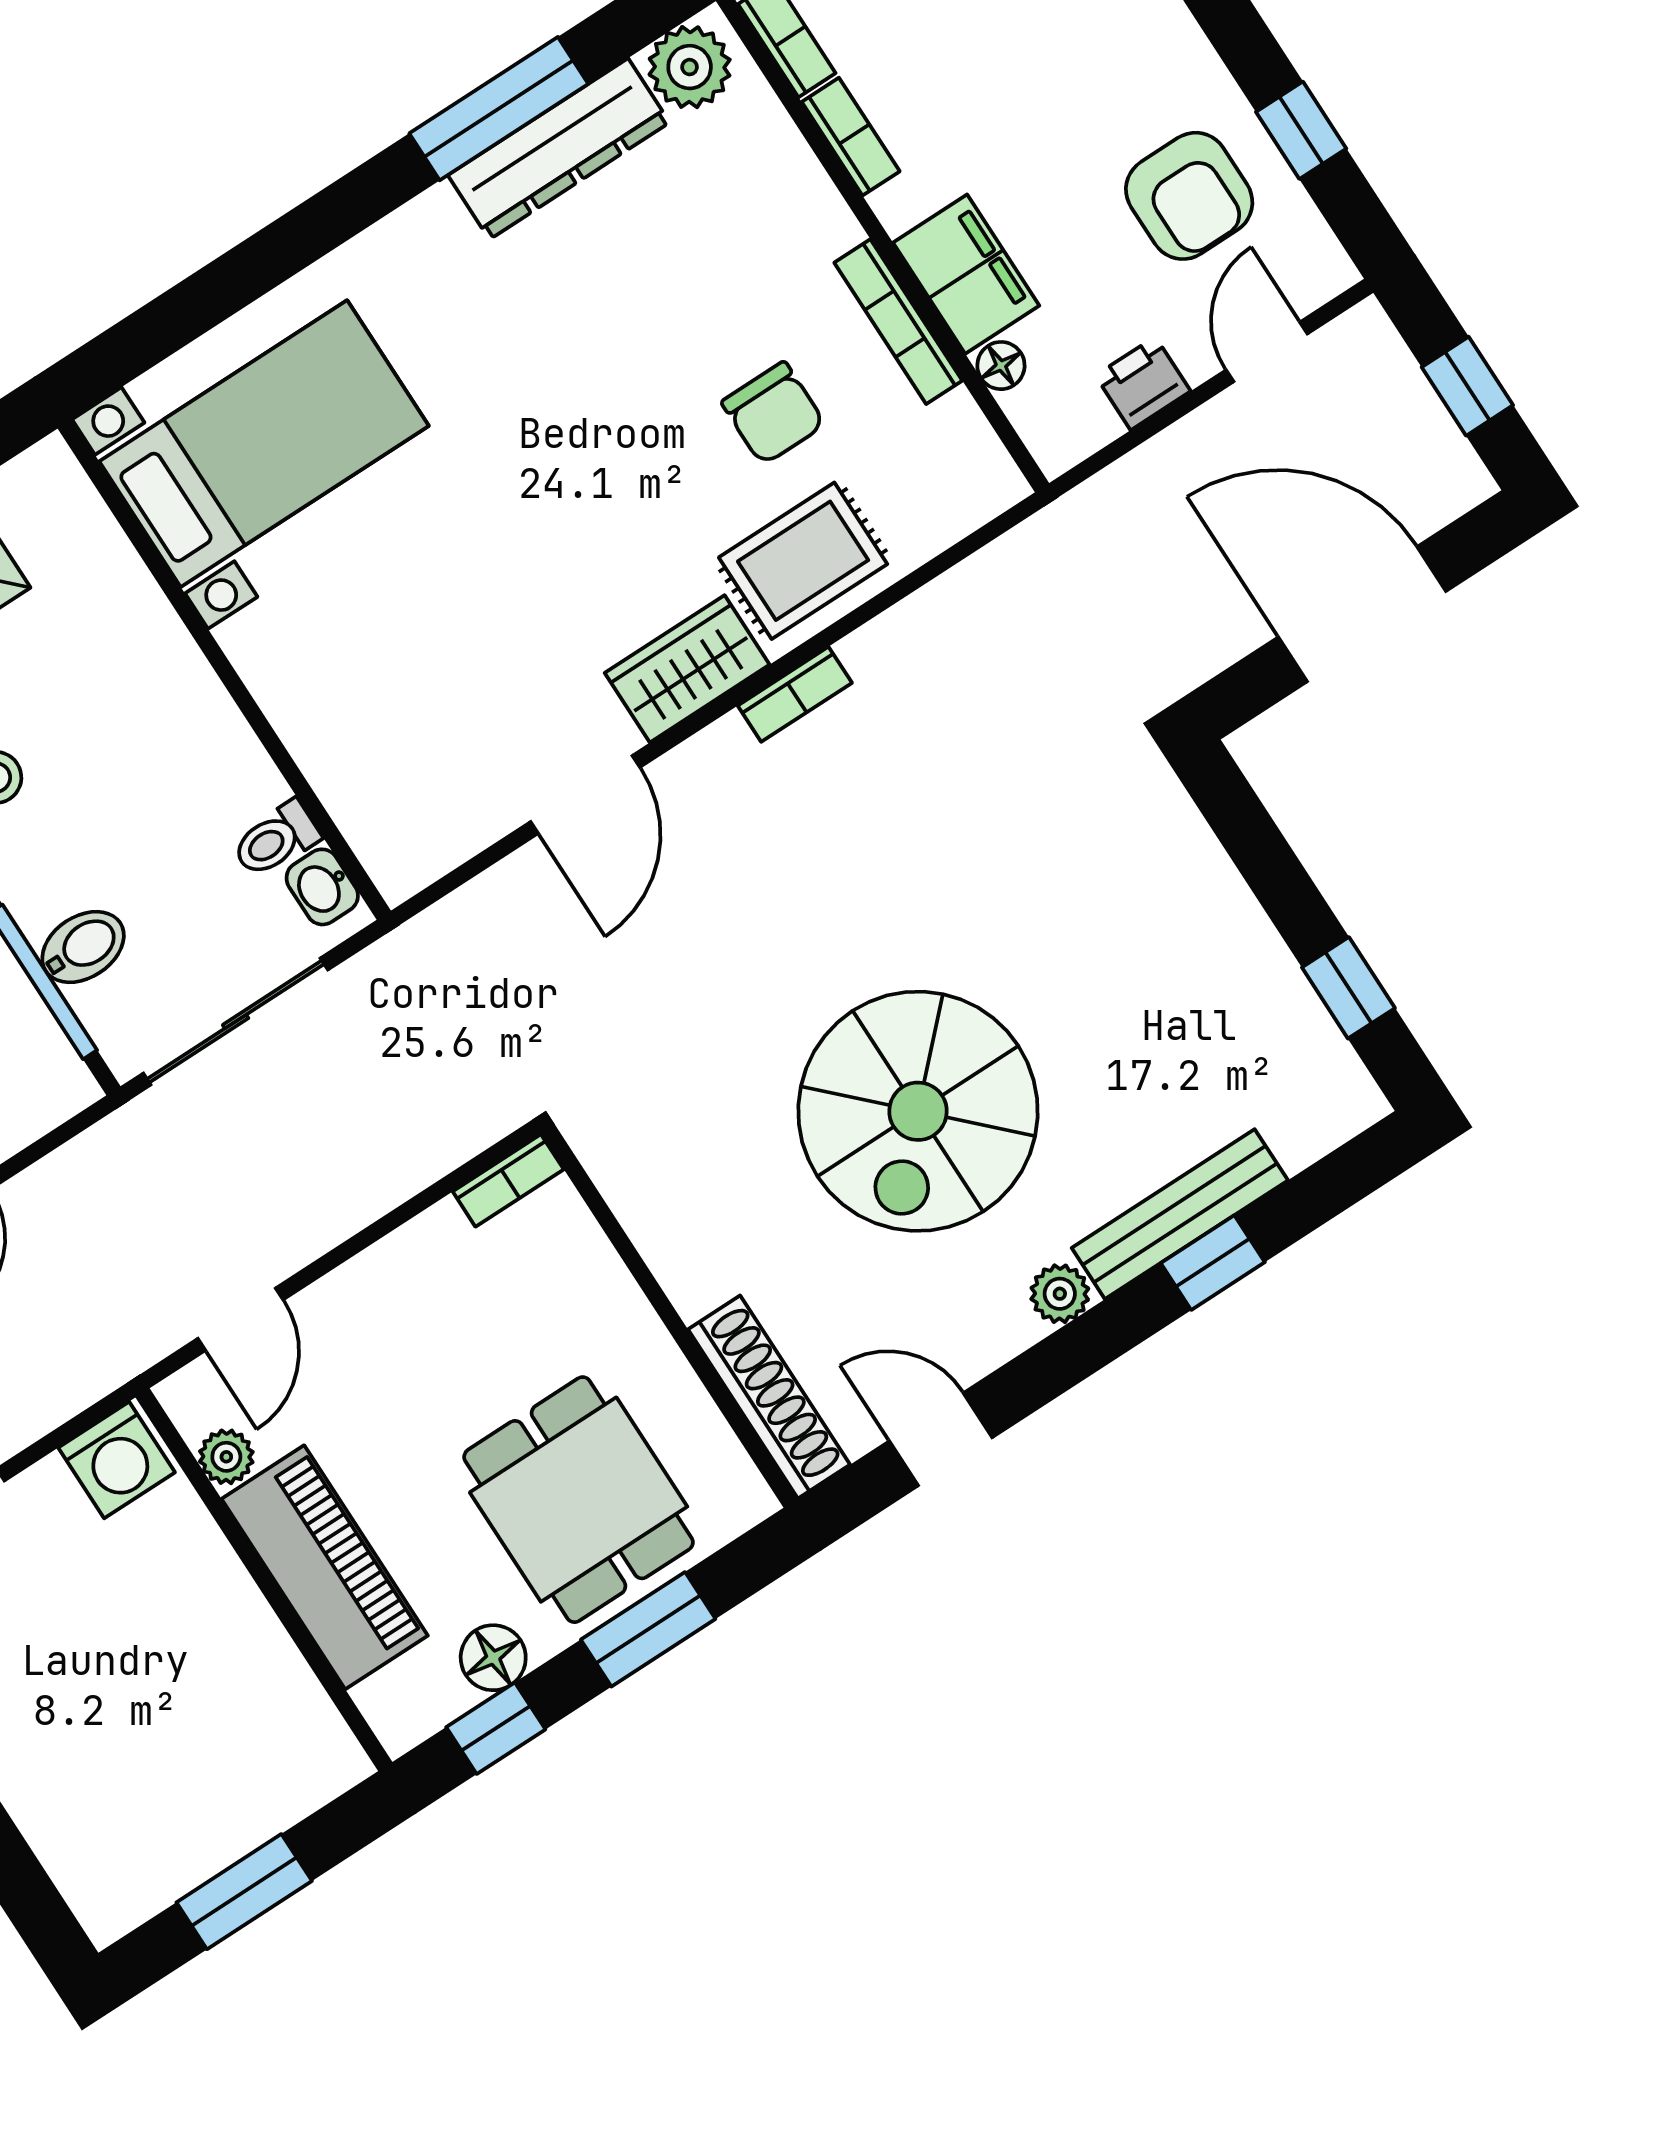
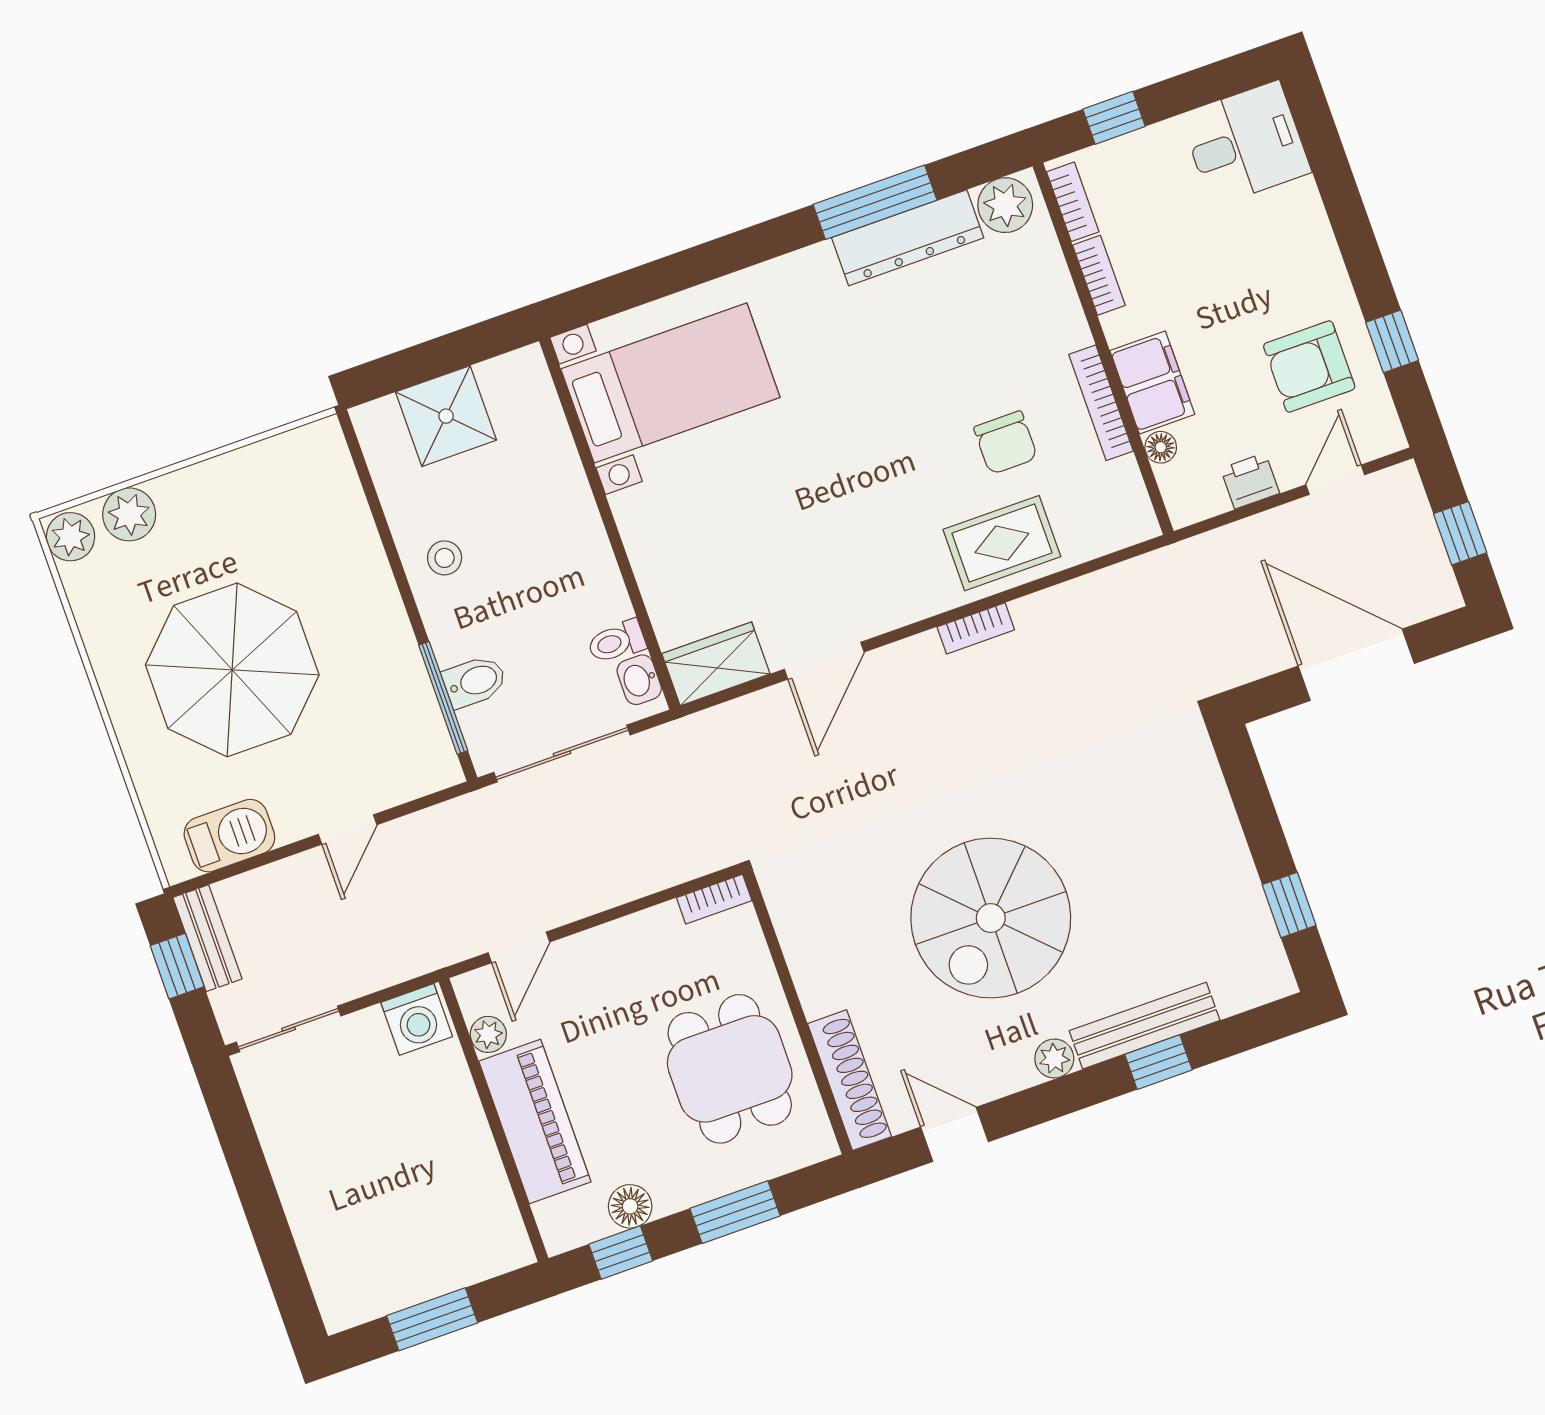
armchair: (1189, 196) -> (1309, 367), turned 90
wardrobe: (687, 669) -> (716, 664), moved
dining table: (579, 1500) -> (730, 1069), moved

